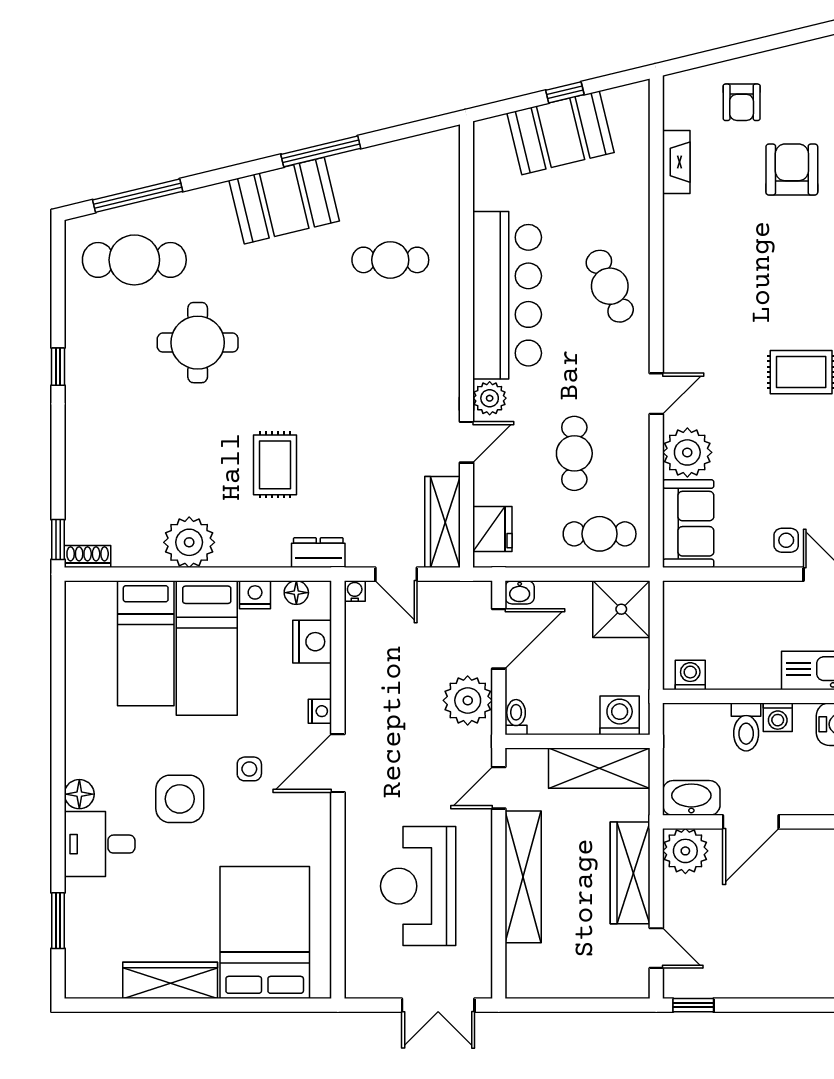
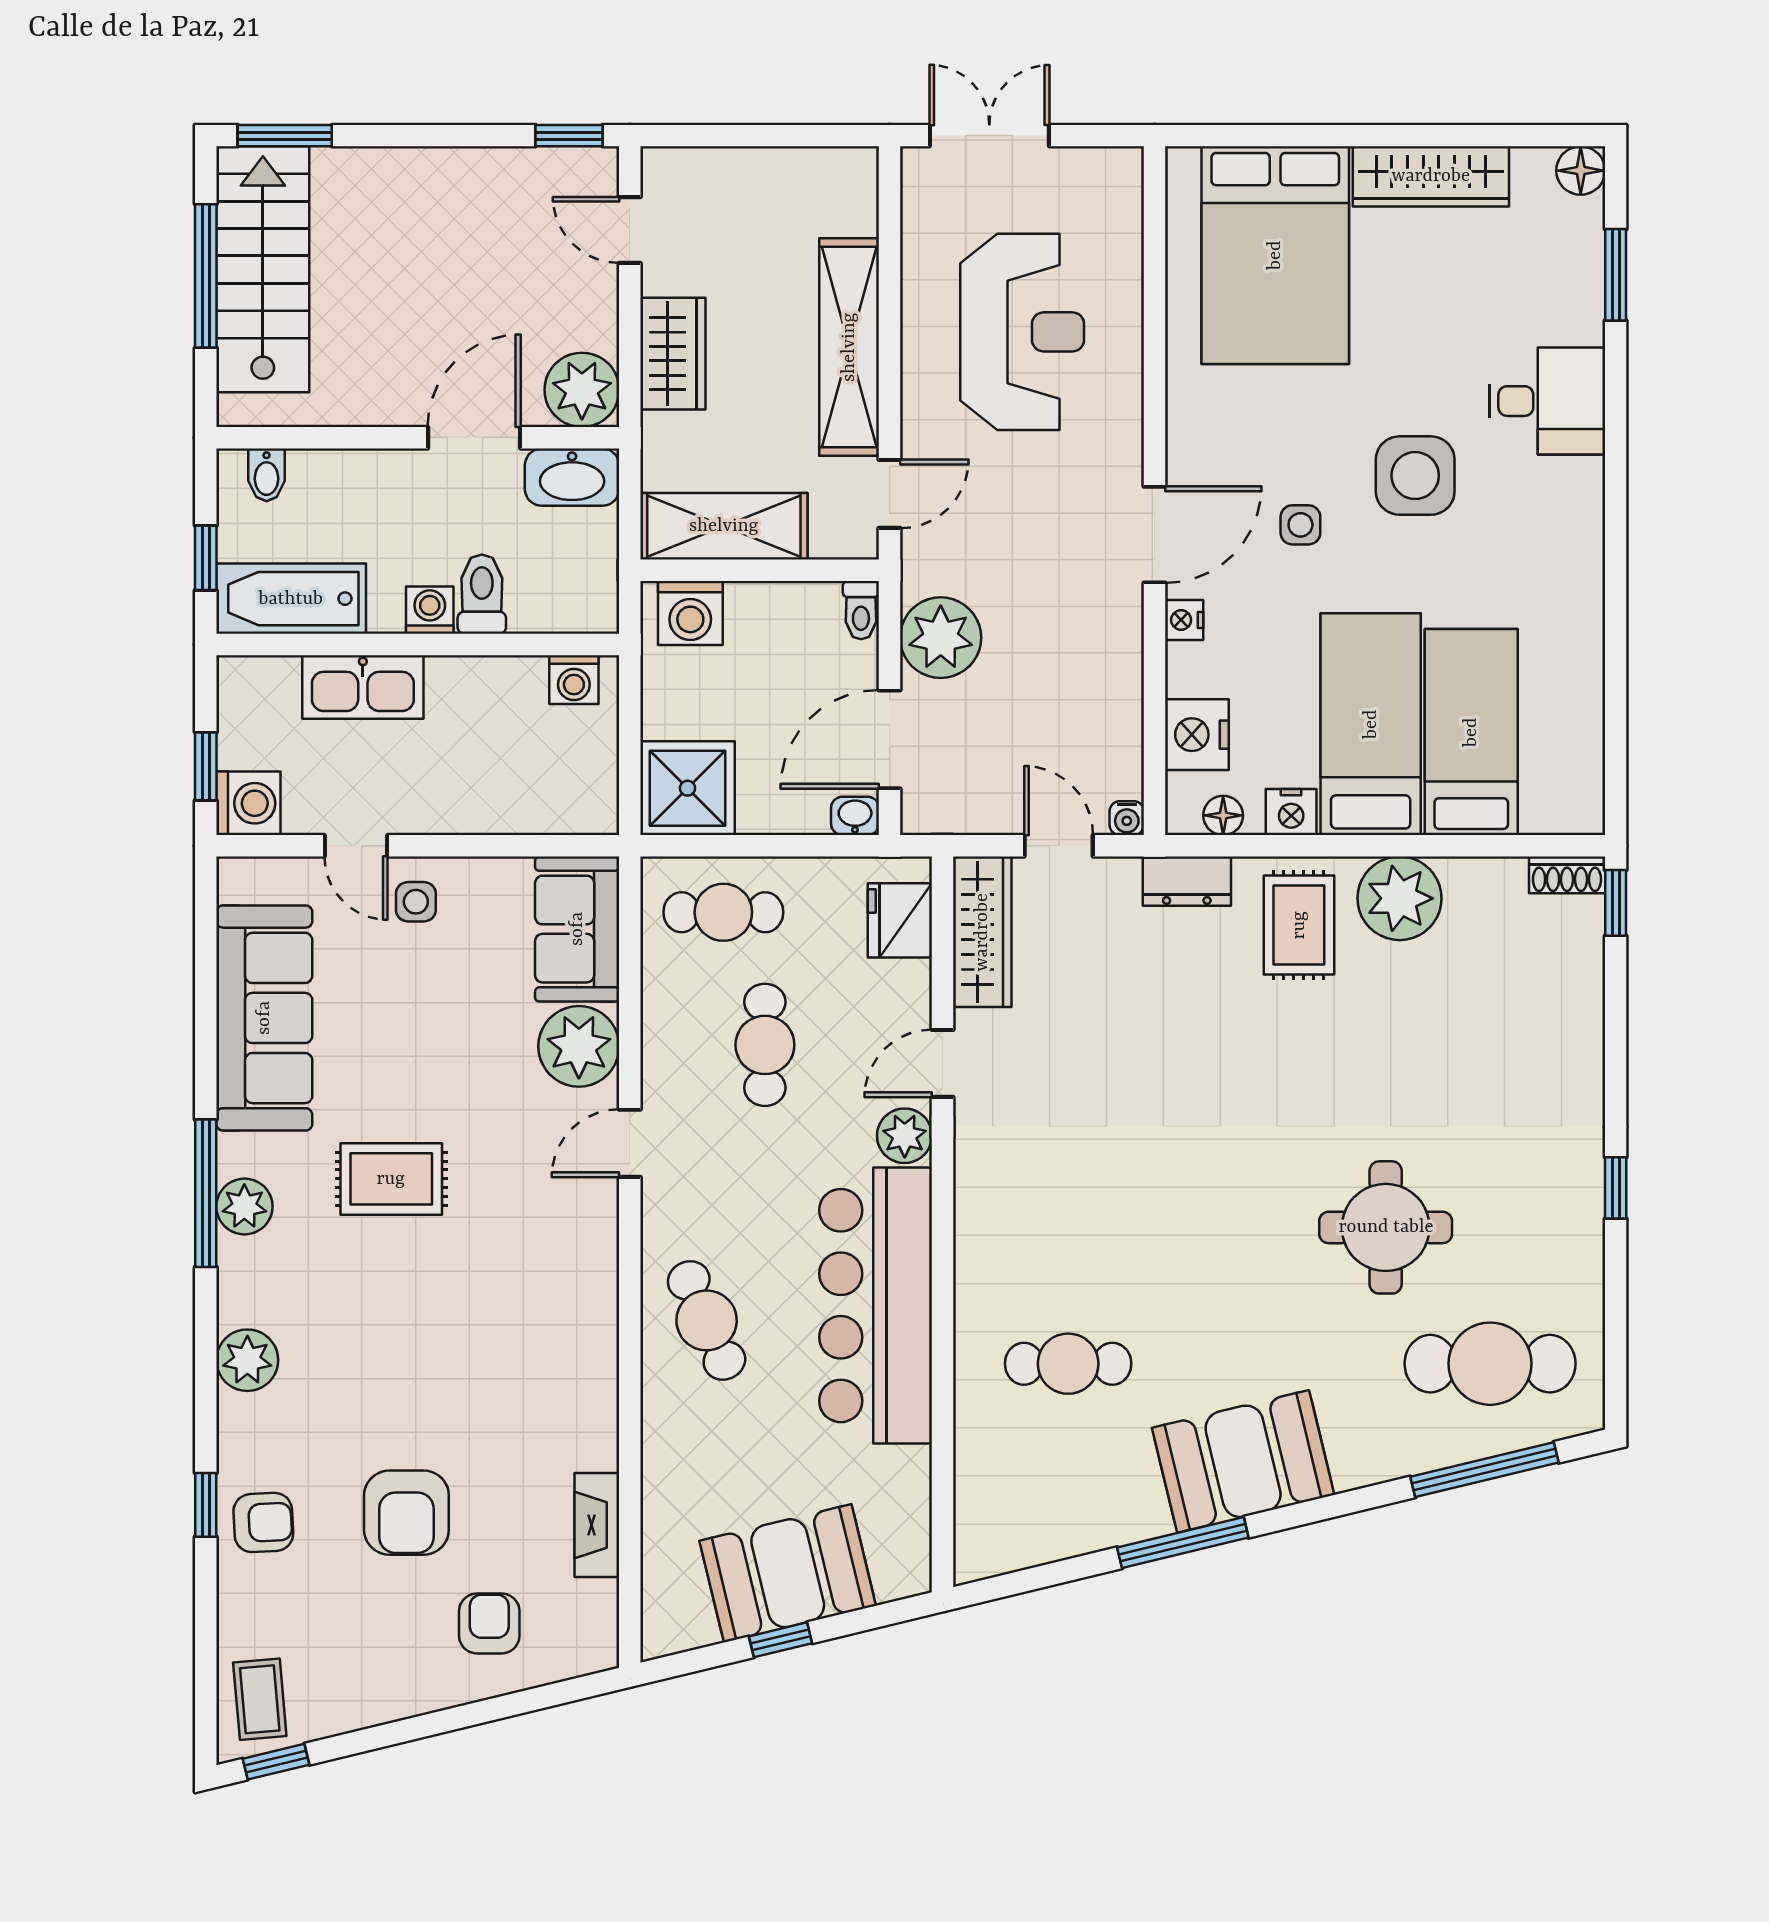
rug: (275, 465) -> (1299, 925), moved
floor lamp: (79, 794) -> (1581, 171), moved
wardrobe: (630, 873) -> (673, 354), width x0.67

